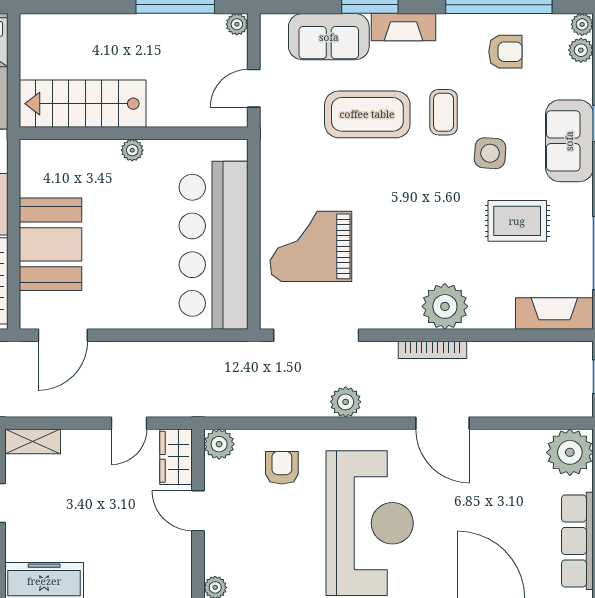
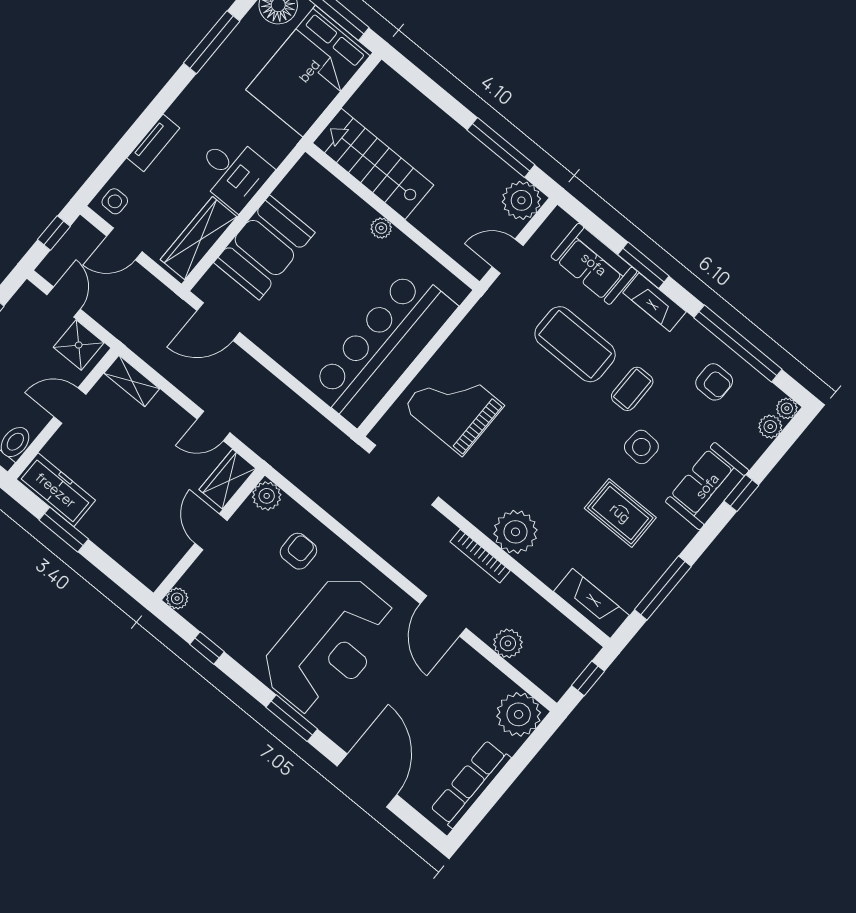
plant: (237, 24) -> (521, 200), width x1.87, depth x1.87
plant: (346, 402) -> (508, 643), moved

